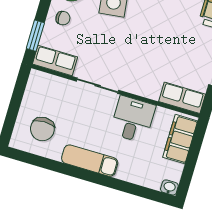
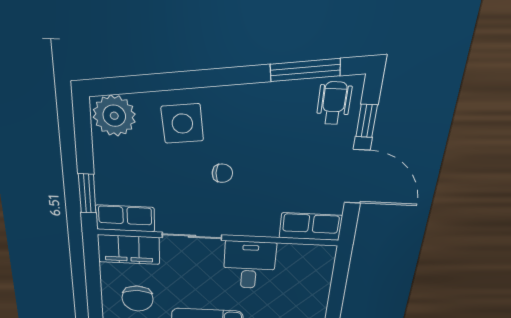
chair: (63, 18) -> (222, 173), moved
filing cabinet: (180, 139) -> (129, 250), moved, turned -90

